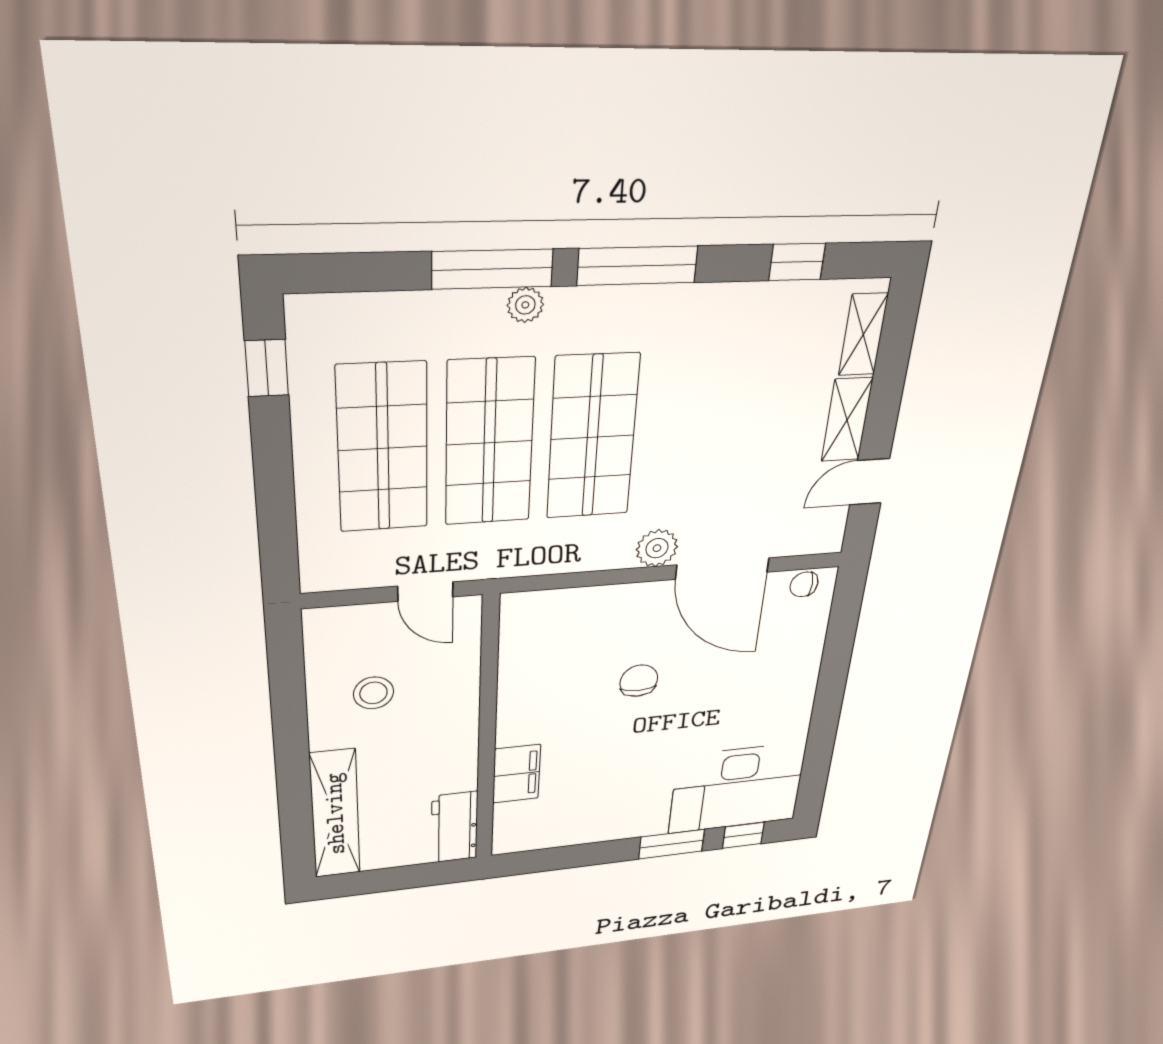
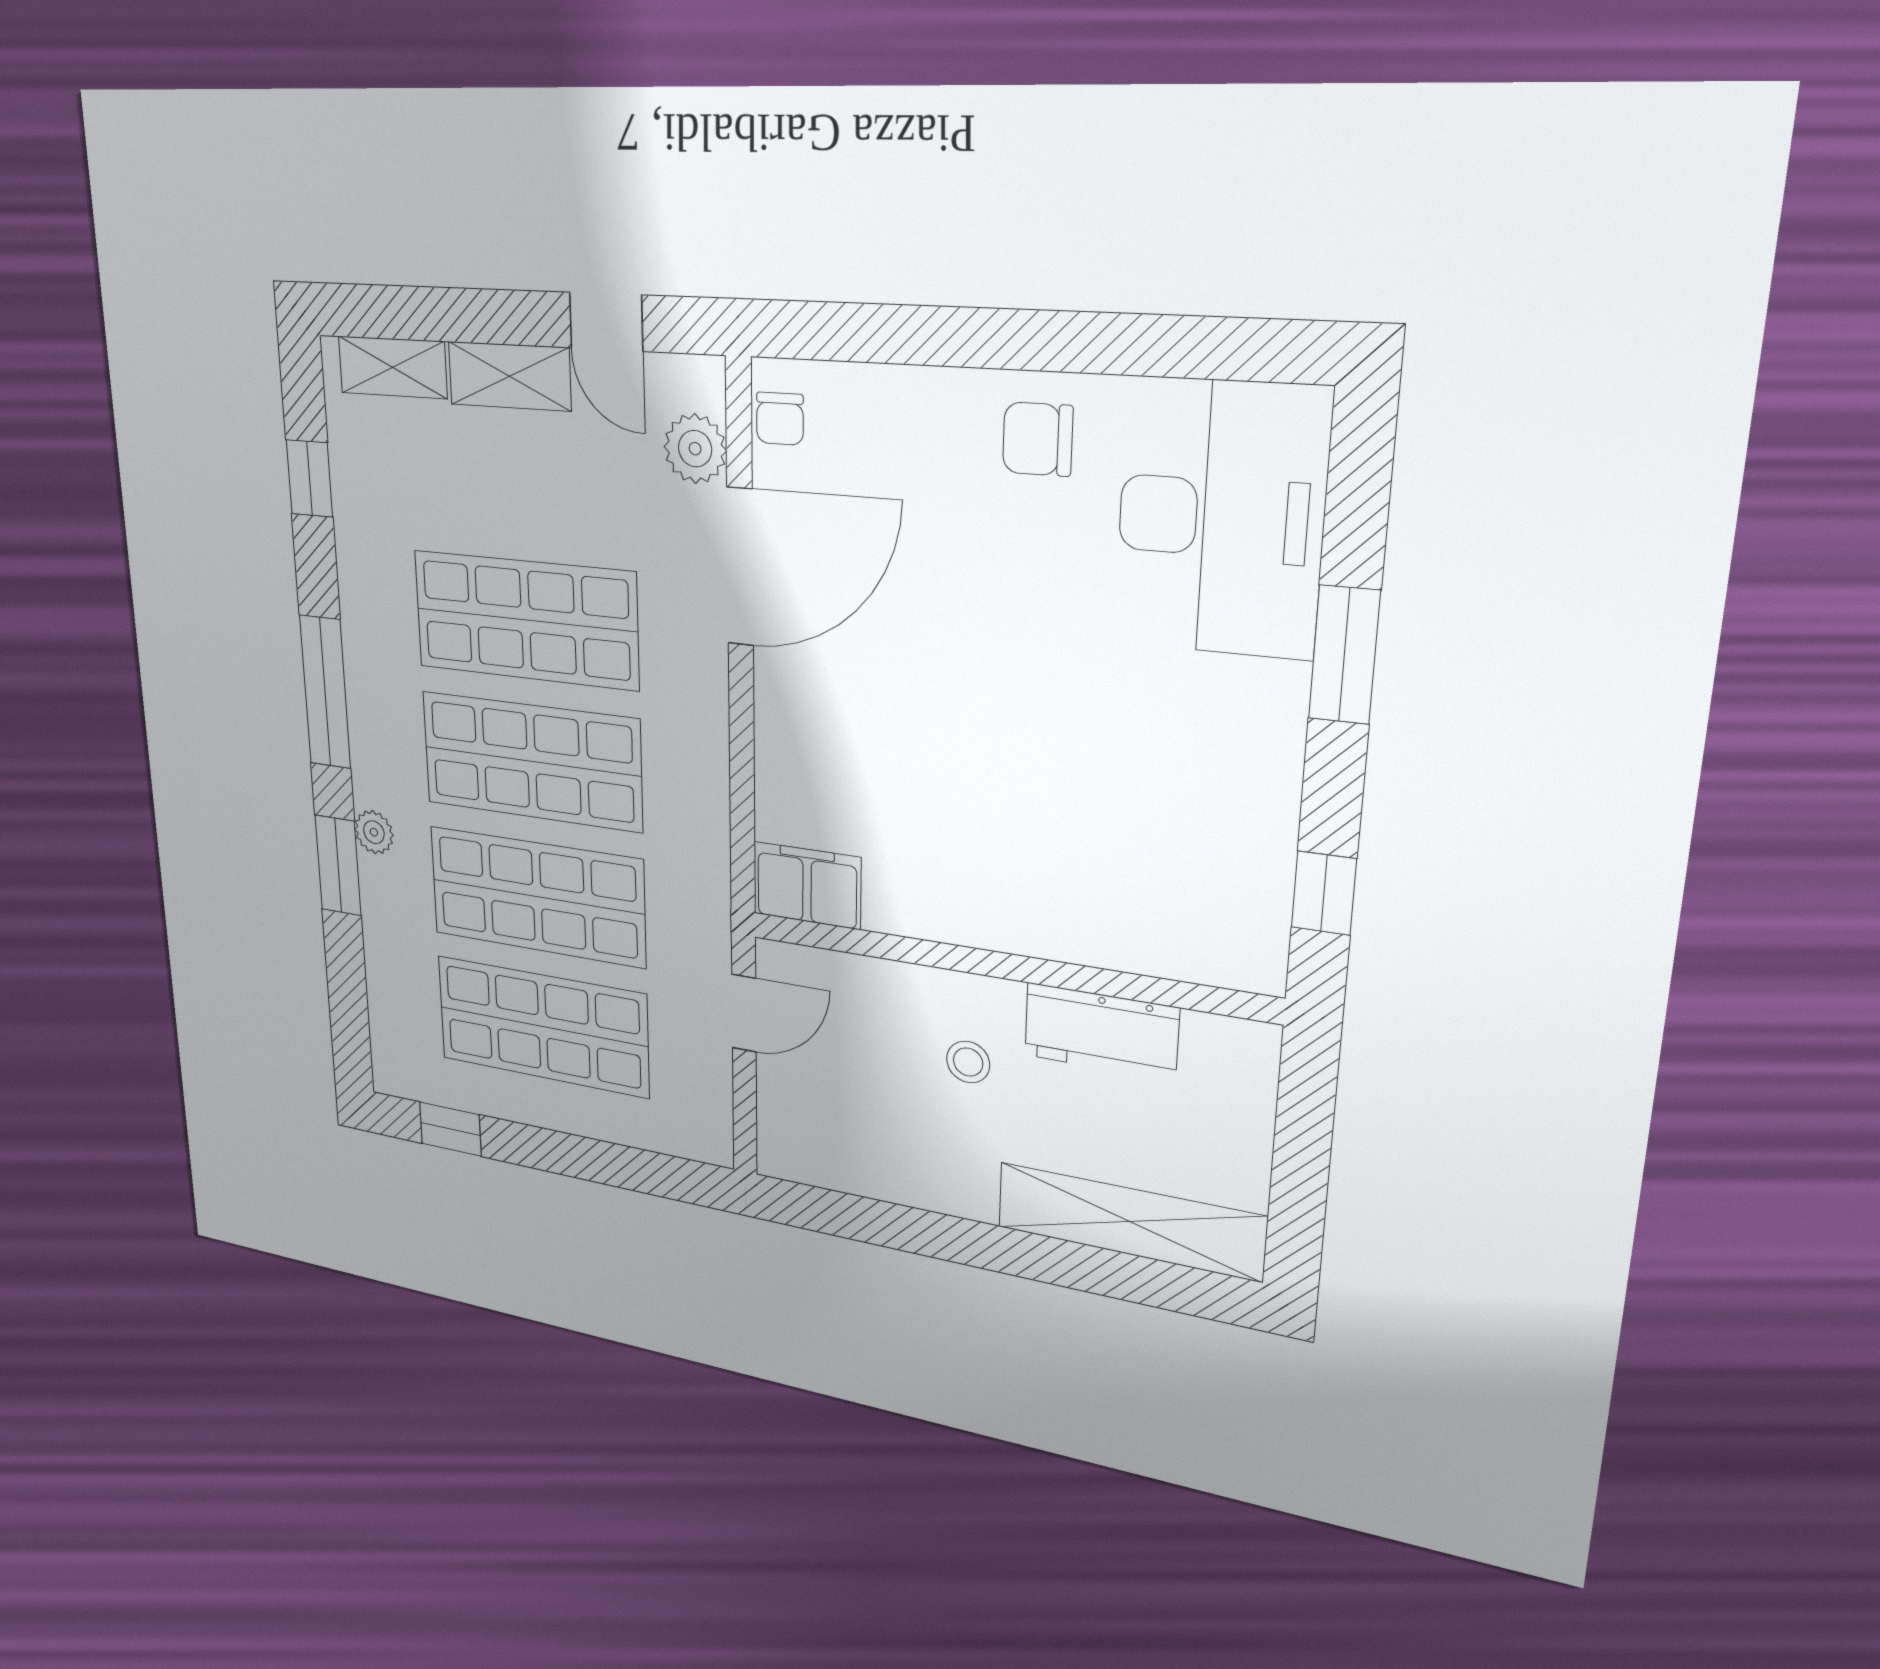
window: (492, 269) -> (338, 865), width x0.69
shop shelf: (692, 432) -> (526, 620), added
plant: (657, 548) -> (695, 449), moved
chair: (639, 681) -> (1038, 439), moved
stool: (374, 693) -> (968, 1062), moved, width x0.73, depth x0.73
filing cabinet: (517, 774) -> (807, 886), moved
workbench: (455, 827) -> (1101, 1032), moved
window: (743, 835) -> (1324, 893), moved

